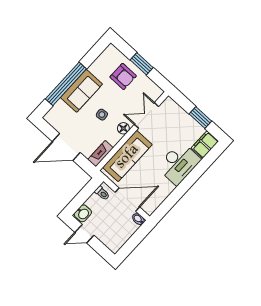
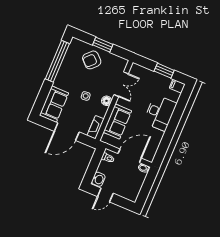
armchair: (123, 76) -> (92, 60), turned 134
window: (66, 84) -> (57, 61), moved
sofa: (81, 91) -> (54, 104), moved
double door: (146, 115) -> (121, 84), swing flipped
filing cabinet: (205, 145) -> (177, 86), width x0.50
sofa: (127, 156) -> (117, 122), width x0.73

